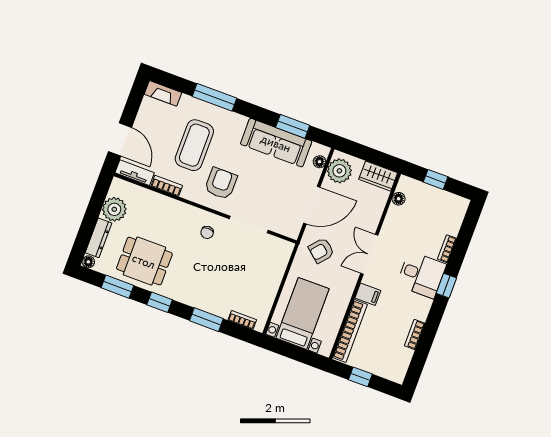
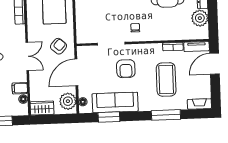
door: (120, 139) -> (214, 64), hinge flipped
armchair: (221, 183) -> (126, 69), moved
filing cabinet: (368, 294) -> (20, 88), moved

